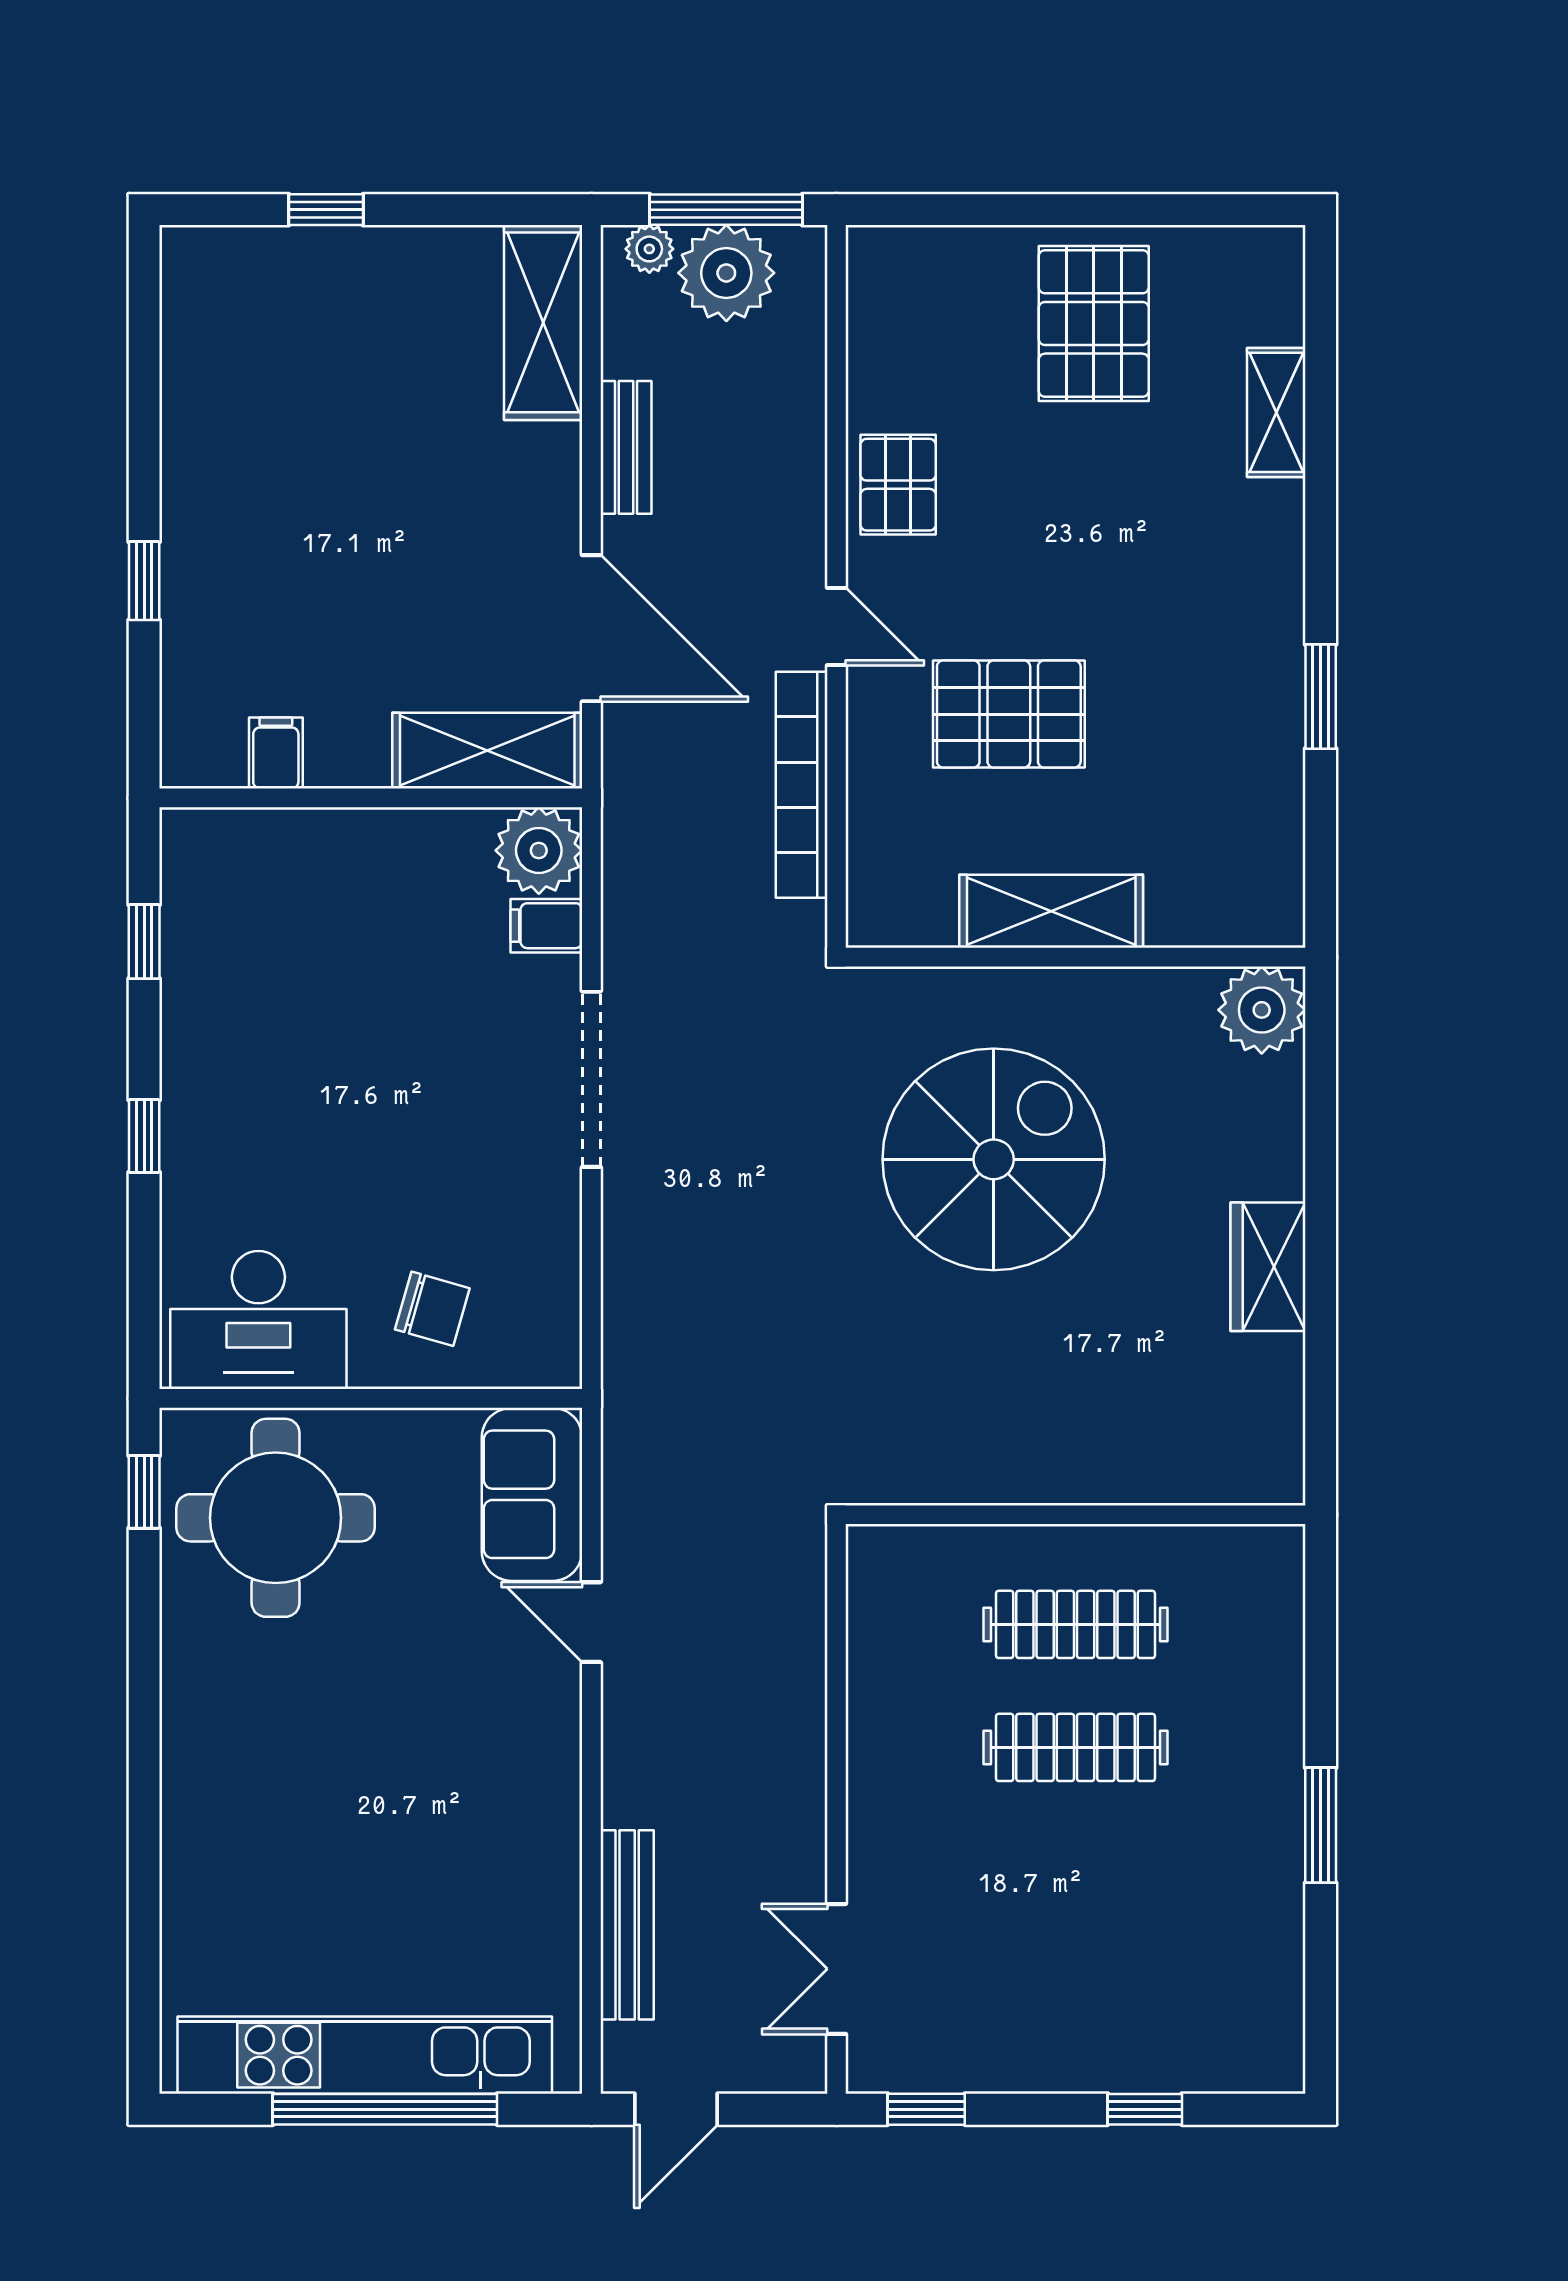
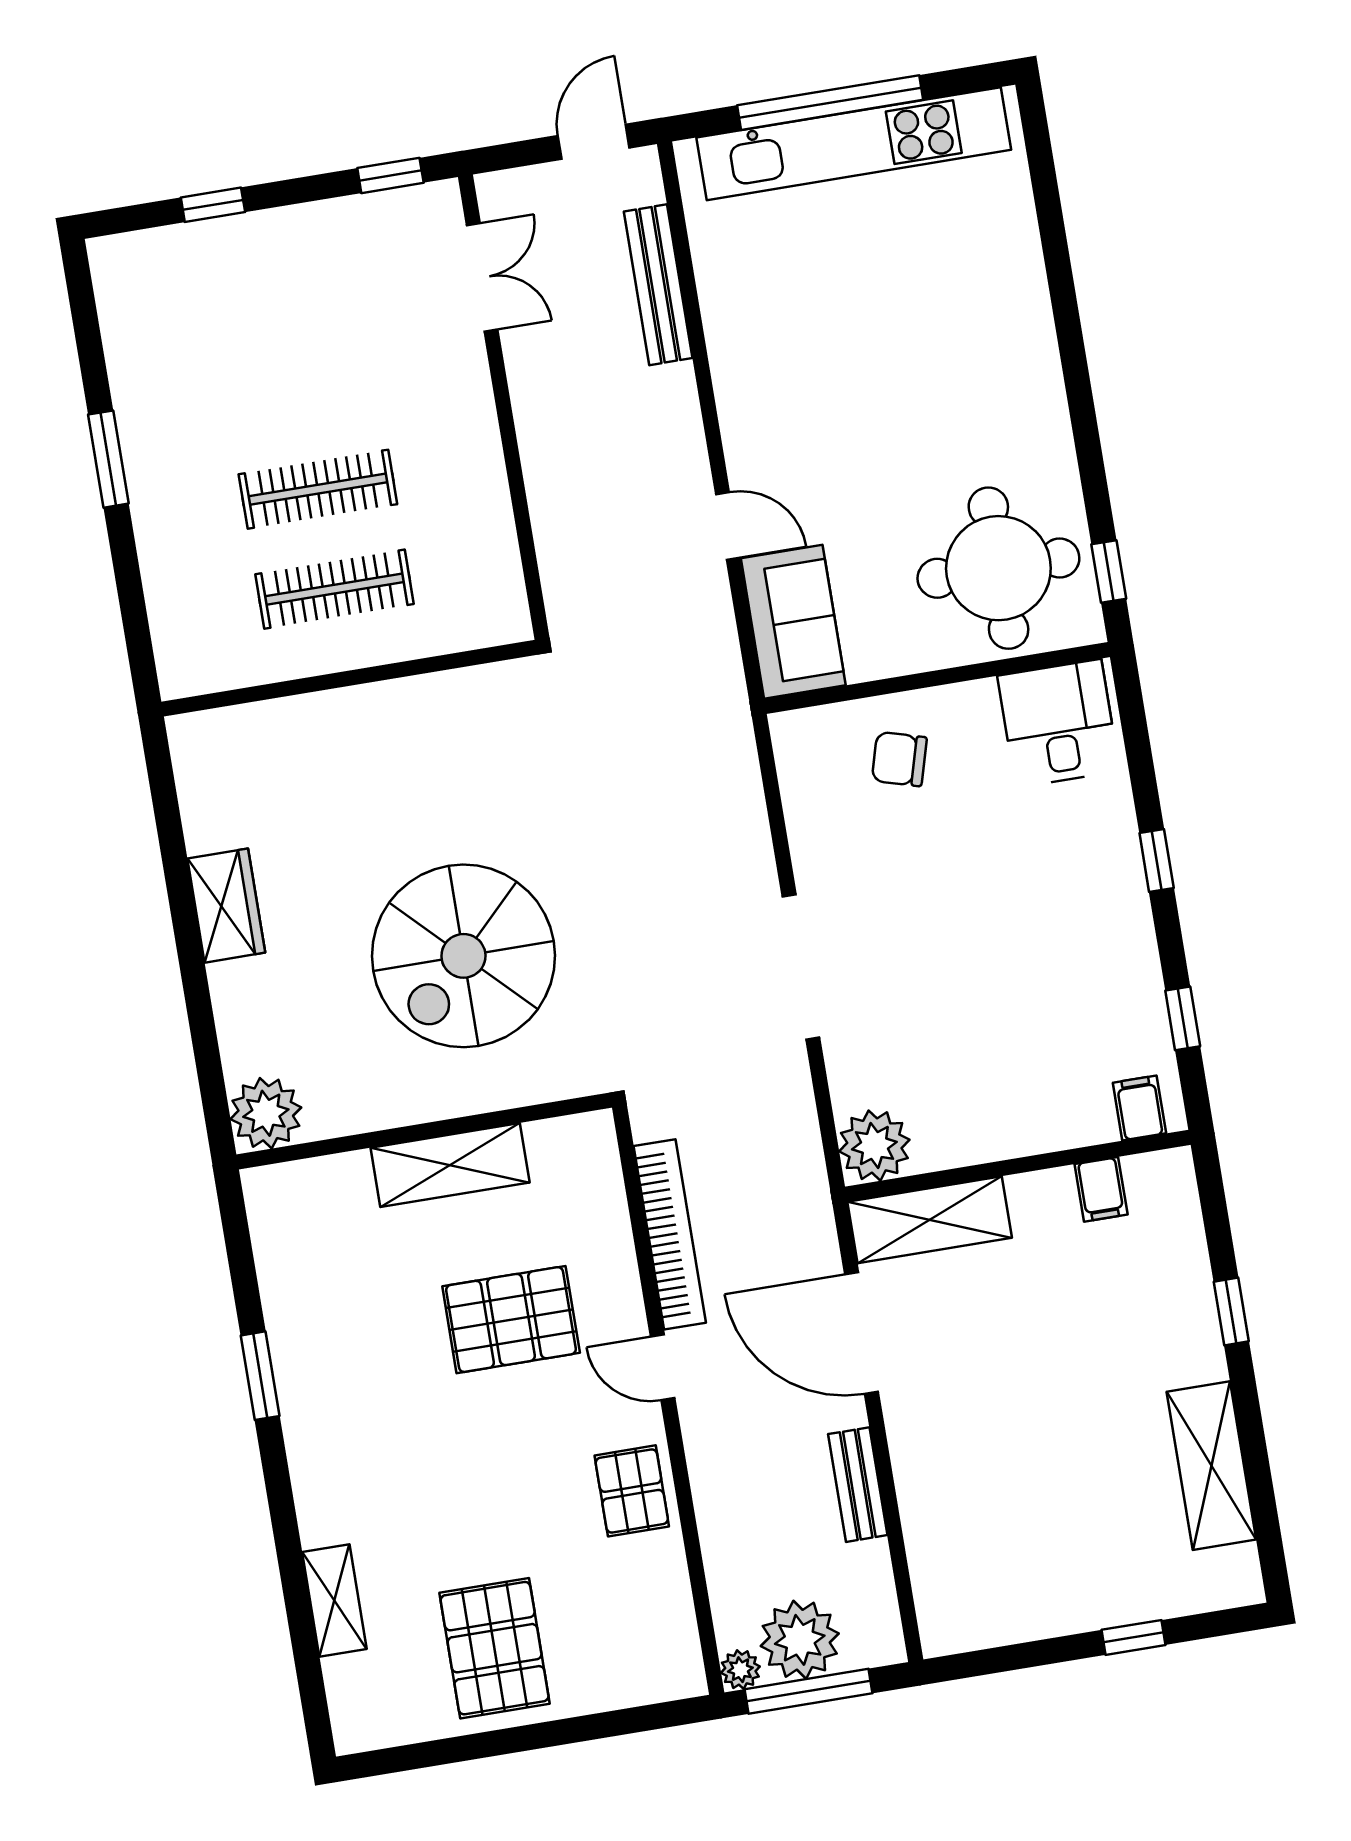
plant: (649, 249) -> (740, 1670), moved
shelving: (543, 322) -> (1211, 1466), moved
filing cabinet: (546, 926) -> (1139, 1108), moved, turned -90
desk: (258, 1320) -> (1058, 723), width x0.73

